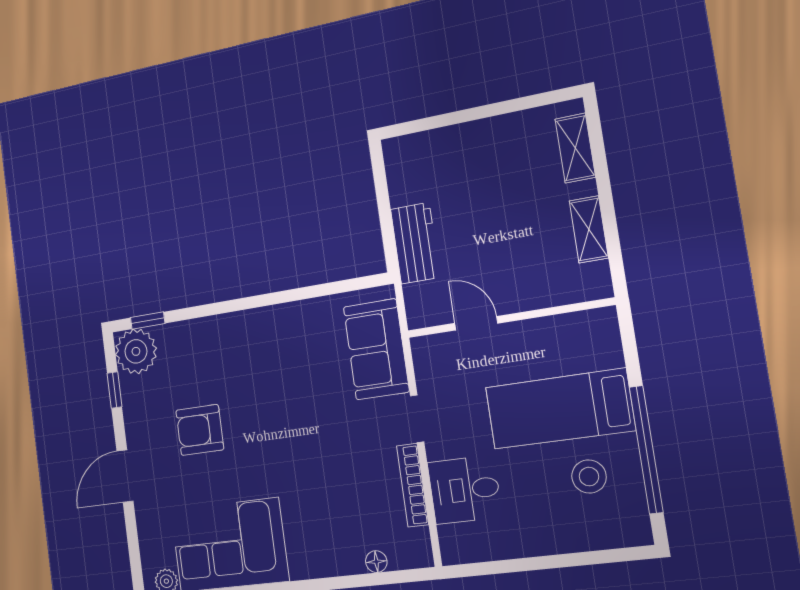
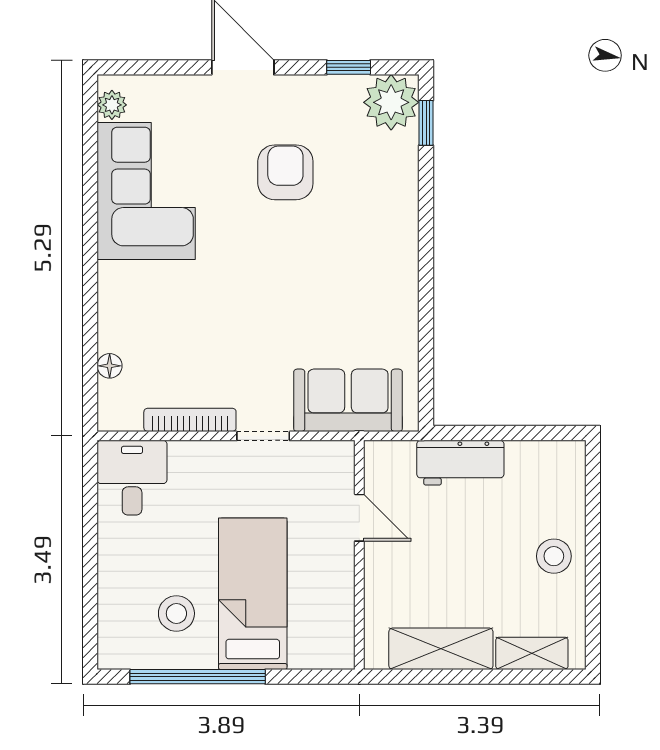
stool: (484, 146) -> (554, 556), added
shelving: (589, 229) -> (441, 649), width x1.50, depth x1.33
door: (476, 323) -> (359, 518), hinge flipped
desk: (465, 490) -> (132, 478), moved

